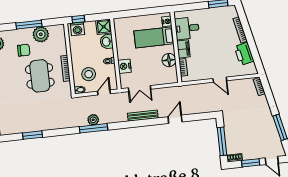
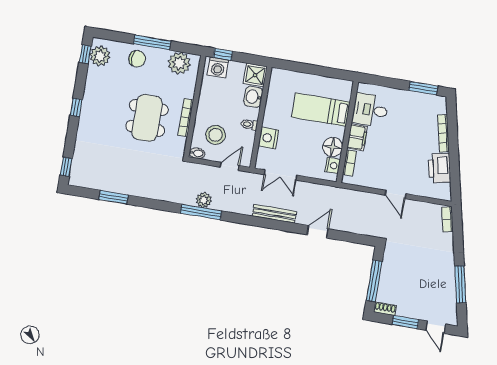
nightstand: (167, 21) -> (333, 165), moved
plant: (41, 34) -> (179, 63), moved
chair: (24, 50) -> (137, 59), moved

